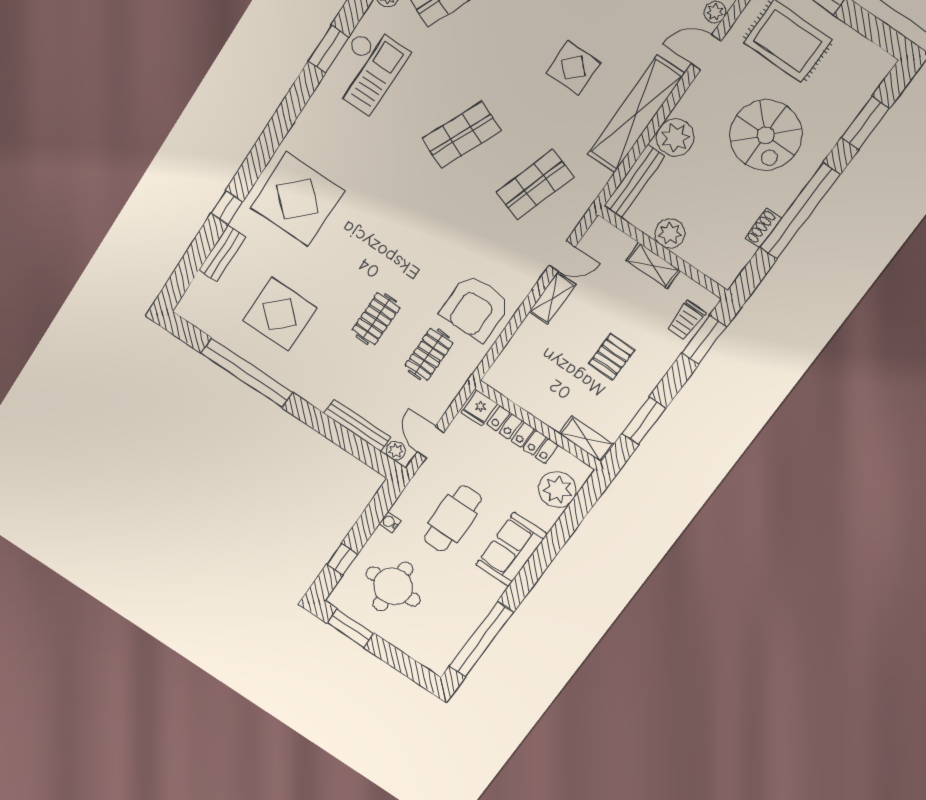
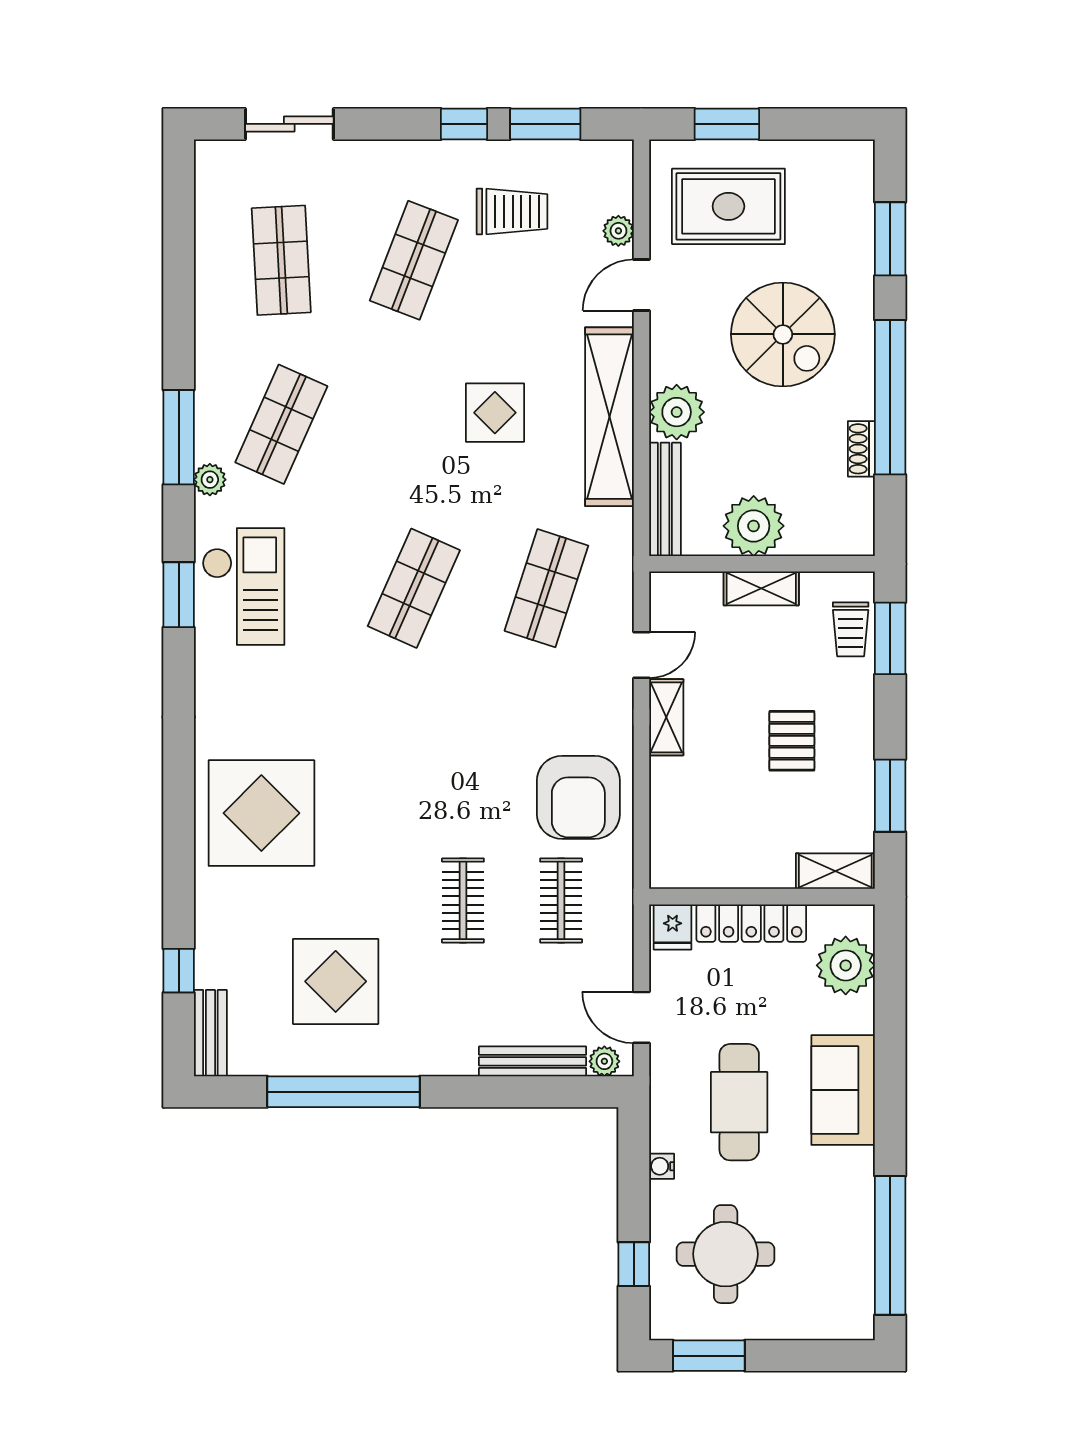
window: (227, 208) -> (179, 971), moved
plant: (670, 233) -> (754, 526), width x1.36, depth x1.36
bench: (222, 254) -> (210, 1033), moved

